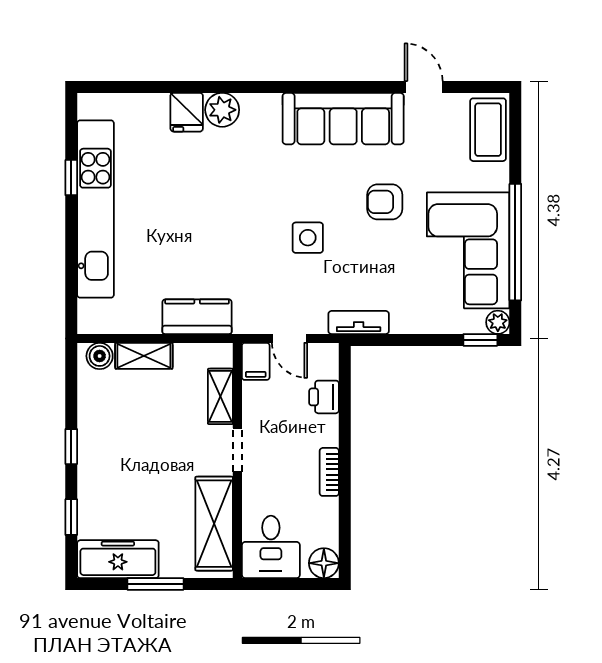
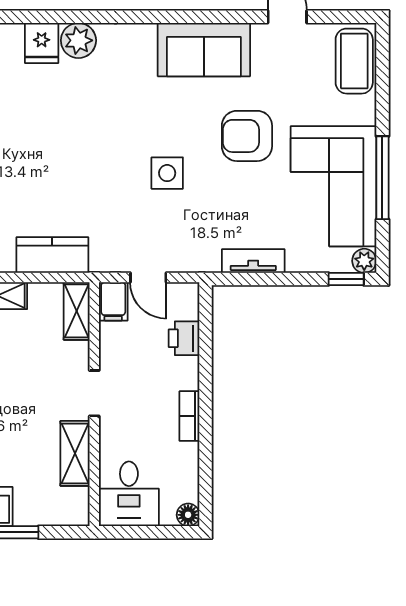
sofa: (343, 119) -> (204, 50), width x0.73
armchair: (385, 202) -> (247, 136), width x1.38, depth x1.38
window: (515, 242) -> (382, 178), width x0.68
tv unit: (359, 322) -> (253, 261), moved
shelving: (220, 396) -> (77, 311), moved
shelving: (214, 524) -> (75, 453), width x0.67, depth x0.75
floor lamp: (324, 563) -> (188, 515), width x0.73, depth x0.73

